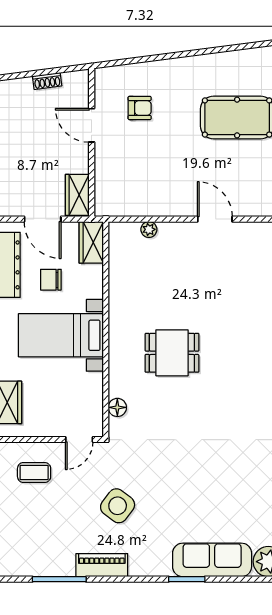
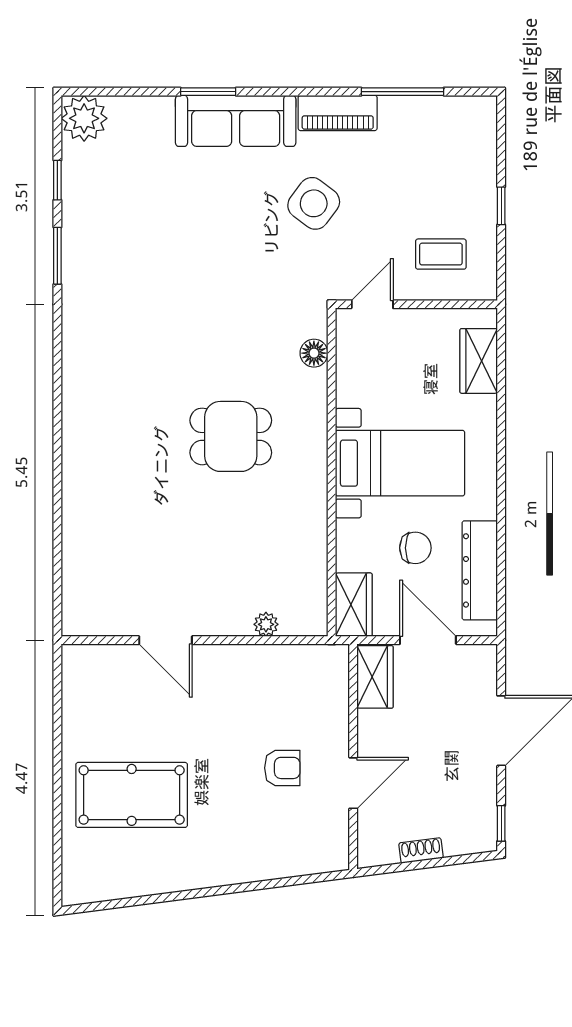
armchair: (140, 108) -> (282, 768), moved, turned 180
door: (92, 125) -> (353, 783), hinge flipped
sofa: (212, 560) -> (236, 121), moved

